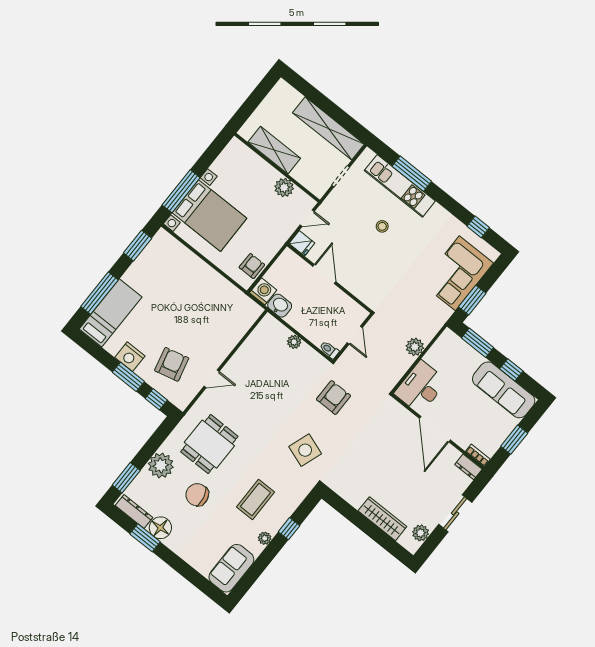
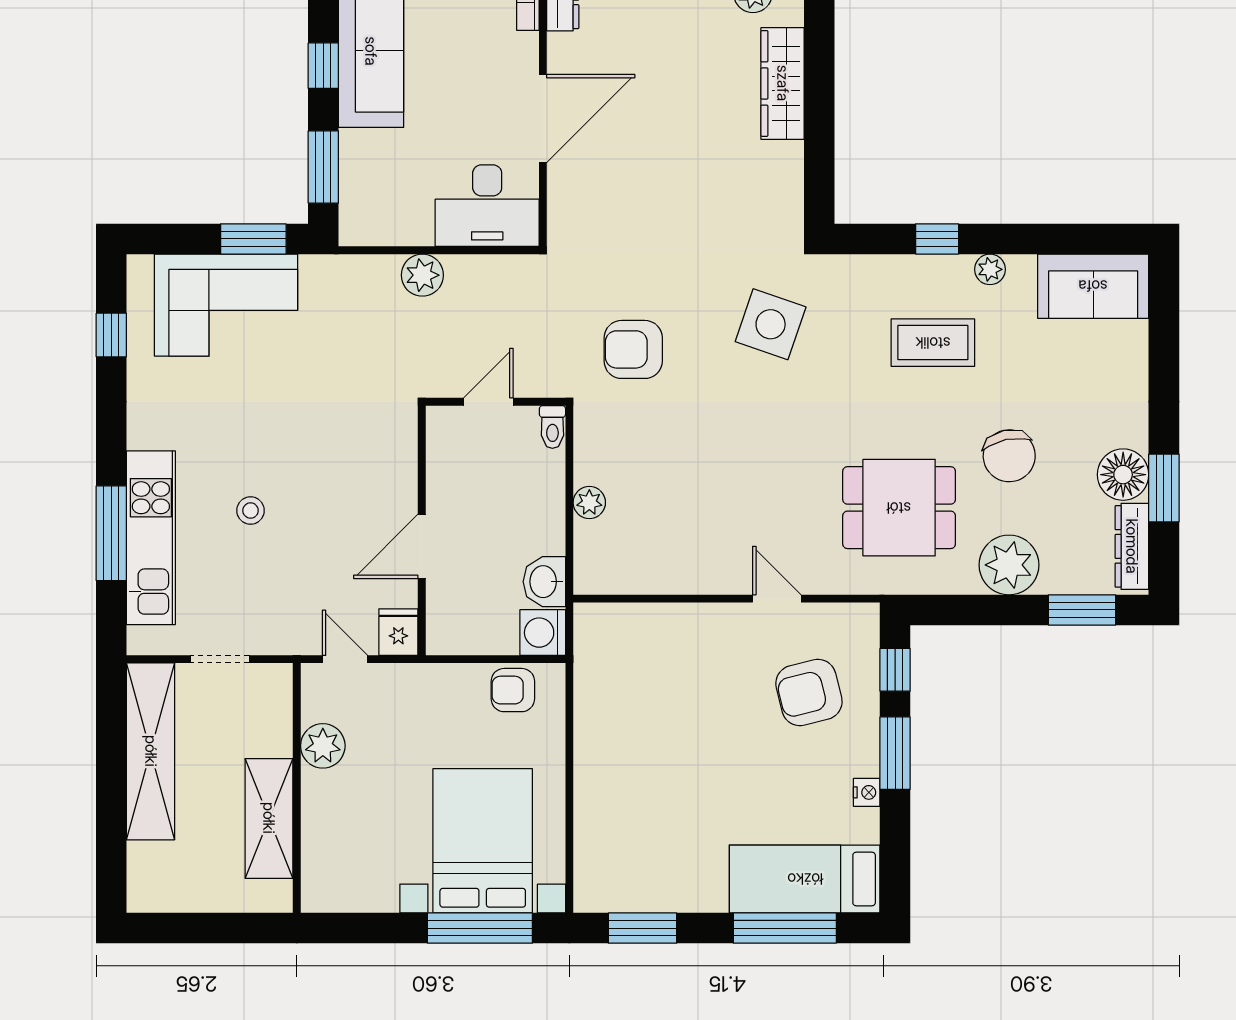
nightstand: (130, 357) -> (867, 792), width x0.53, depth x0.56

